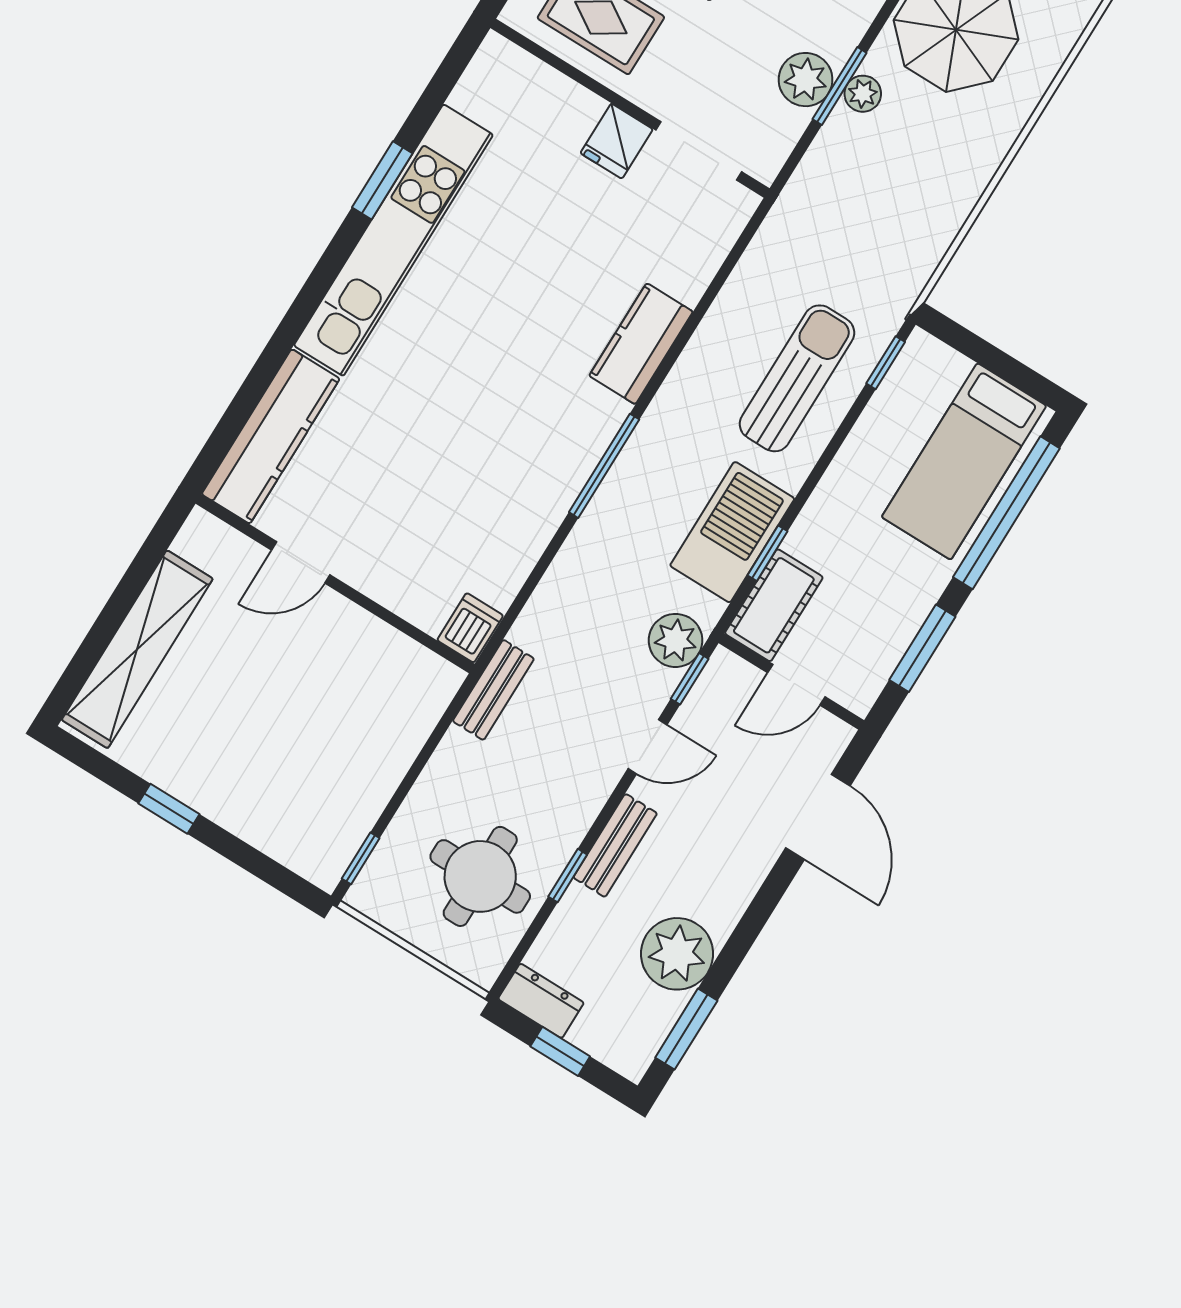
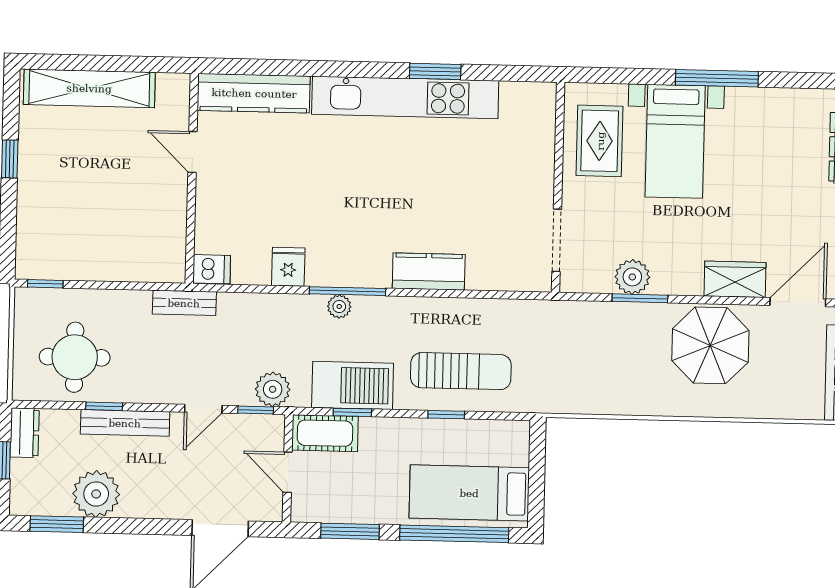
plant: (863, 94) -> (339, 306), moved
fridge: (617, 141) -> (288, 267), moved, turned 90
window: (886, 363) -> (446, 415), moved
door: (648, 747) -> (203, 409), hinge flipped
bench: (615, 845) -> (125, 423), width x1.36

